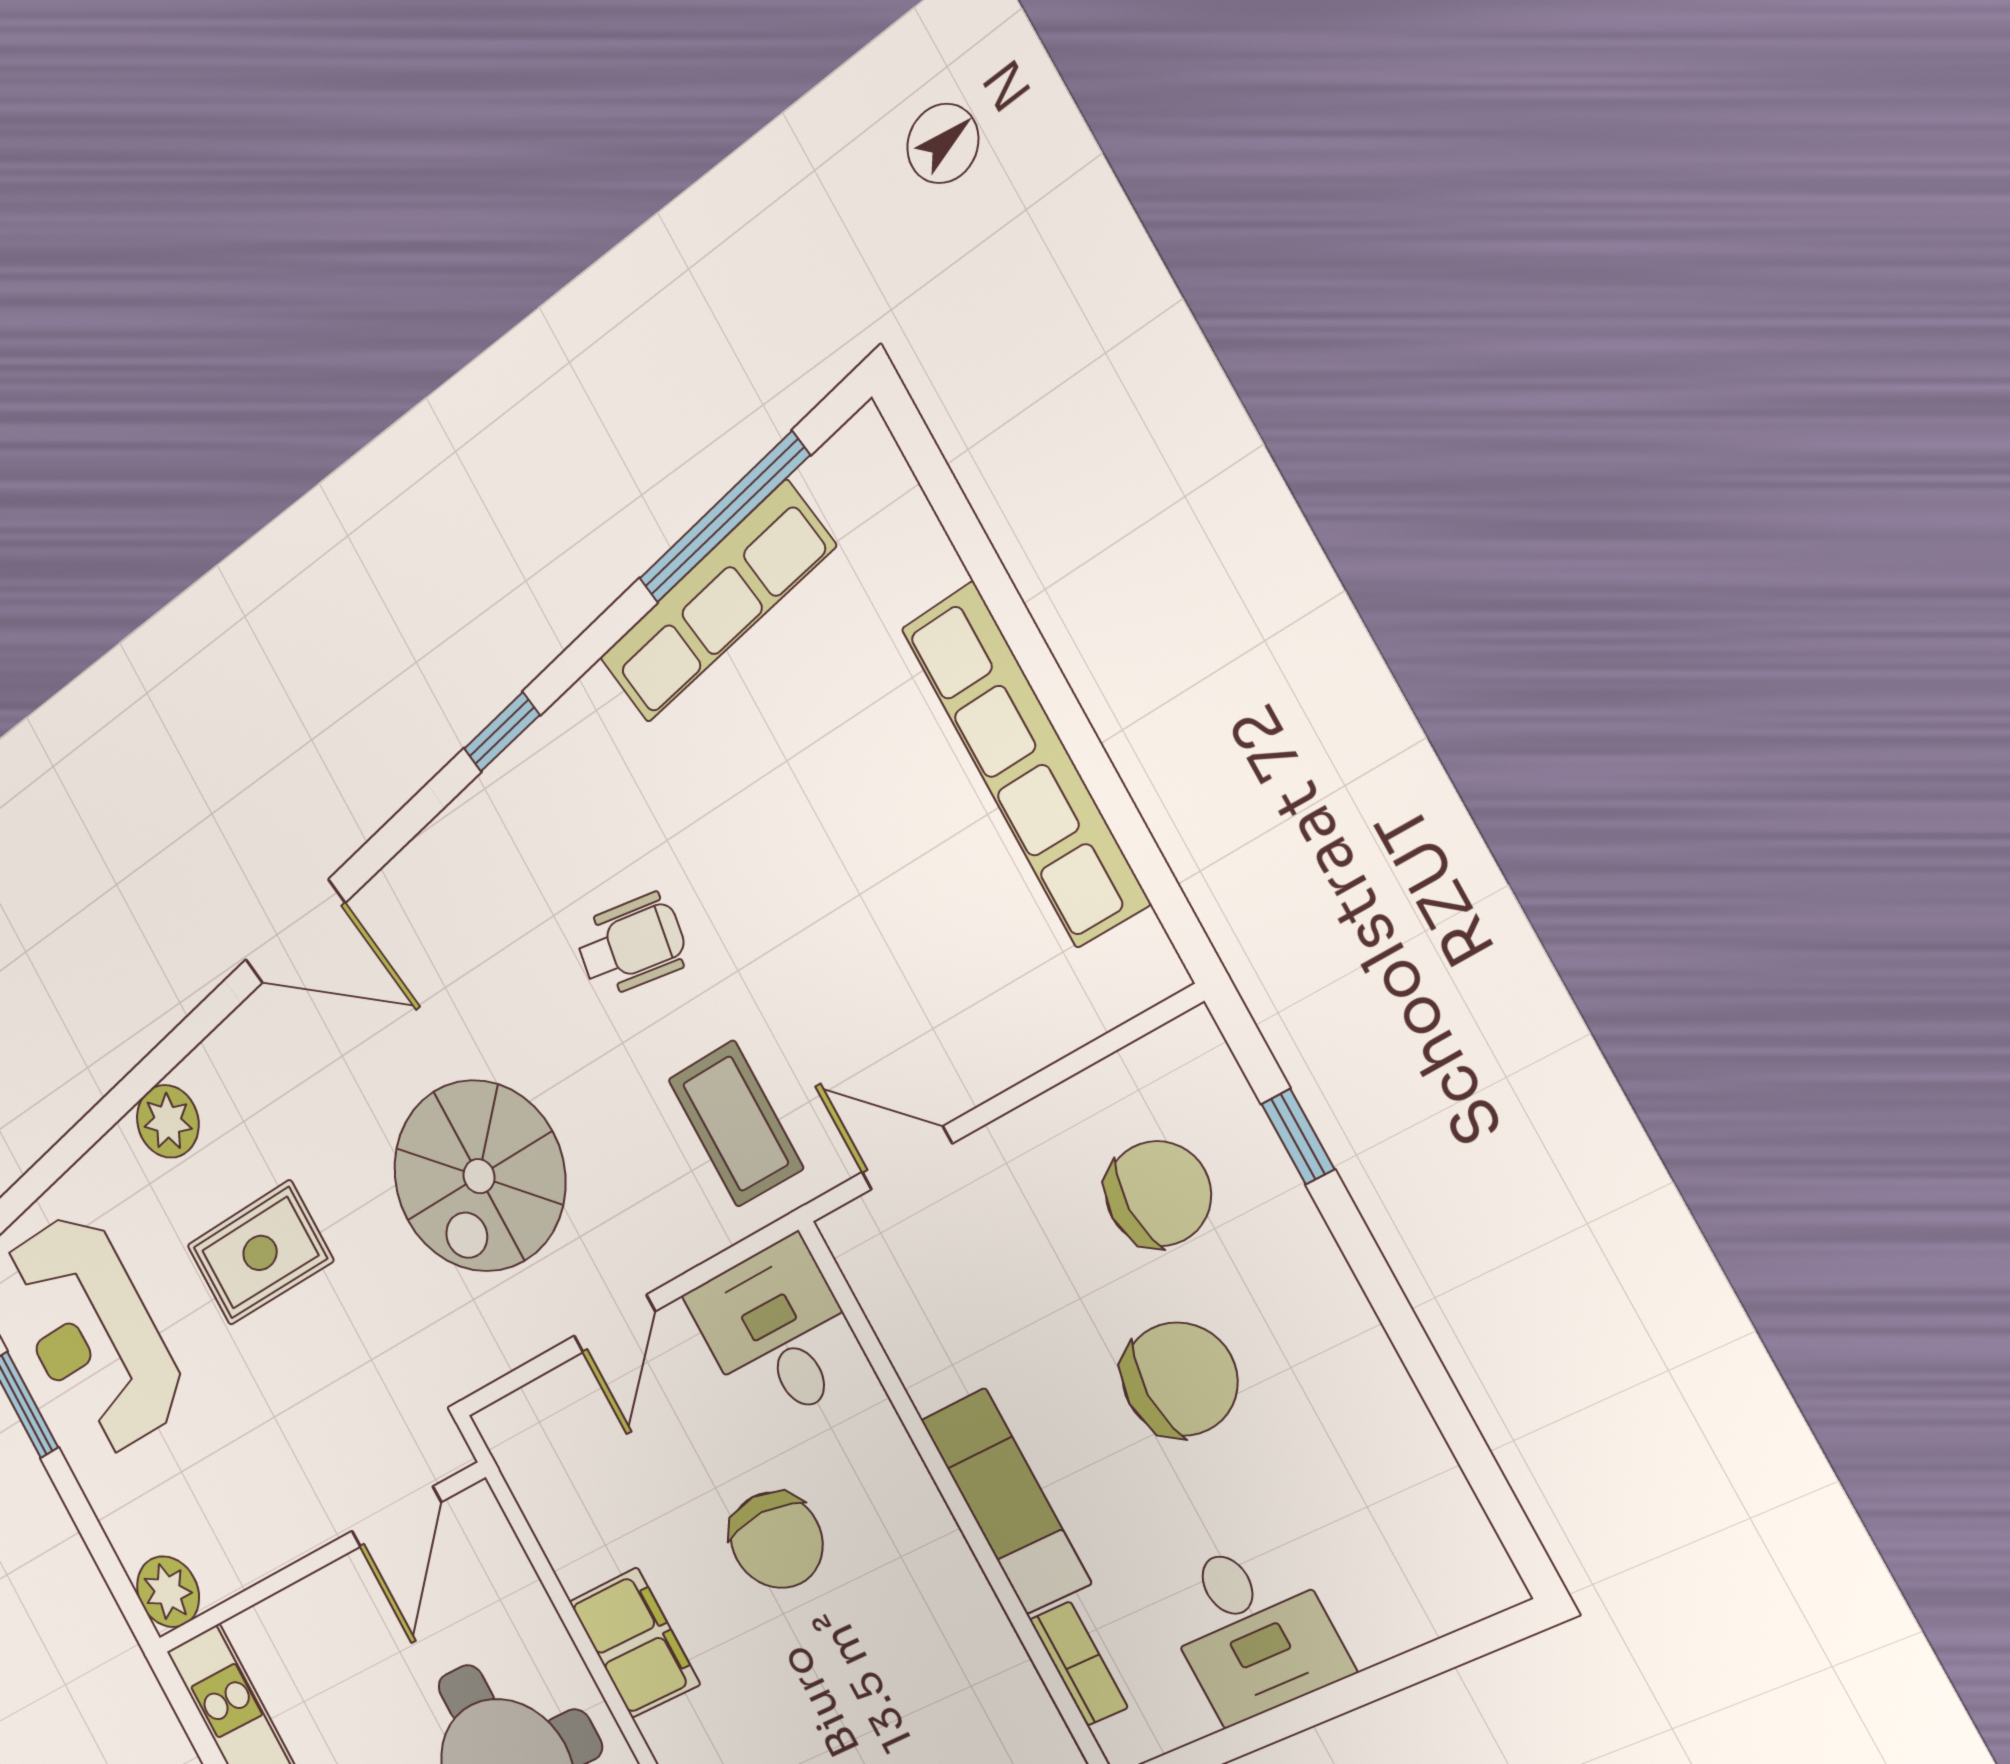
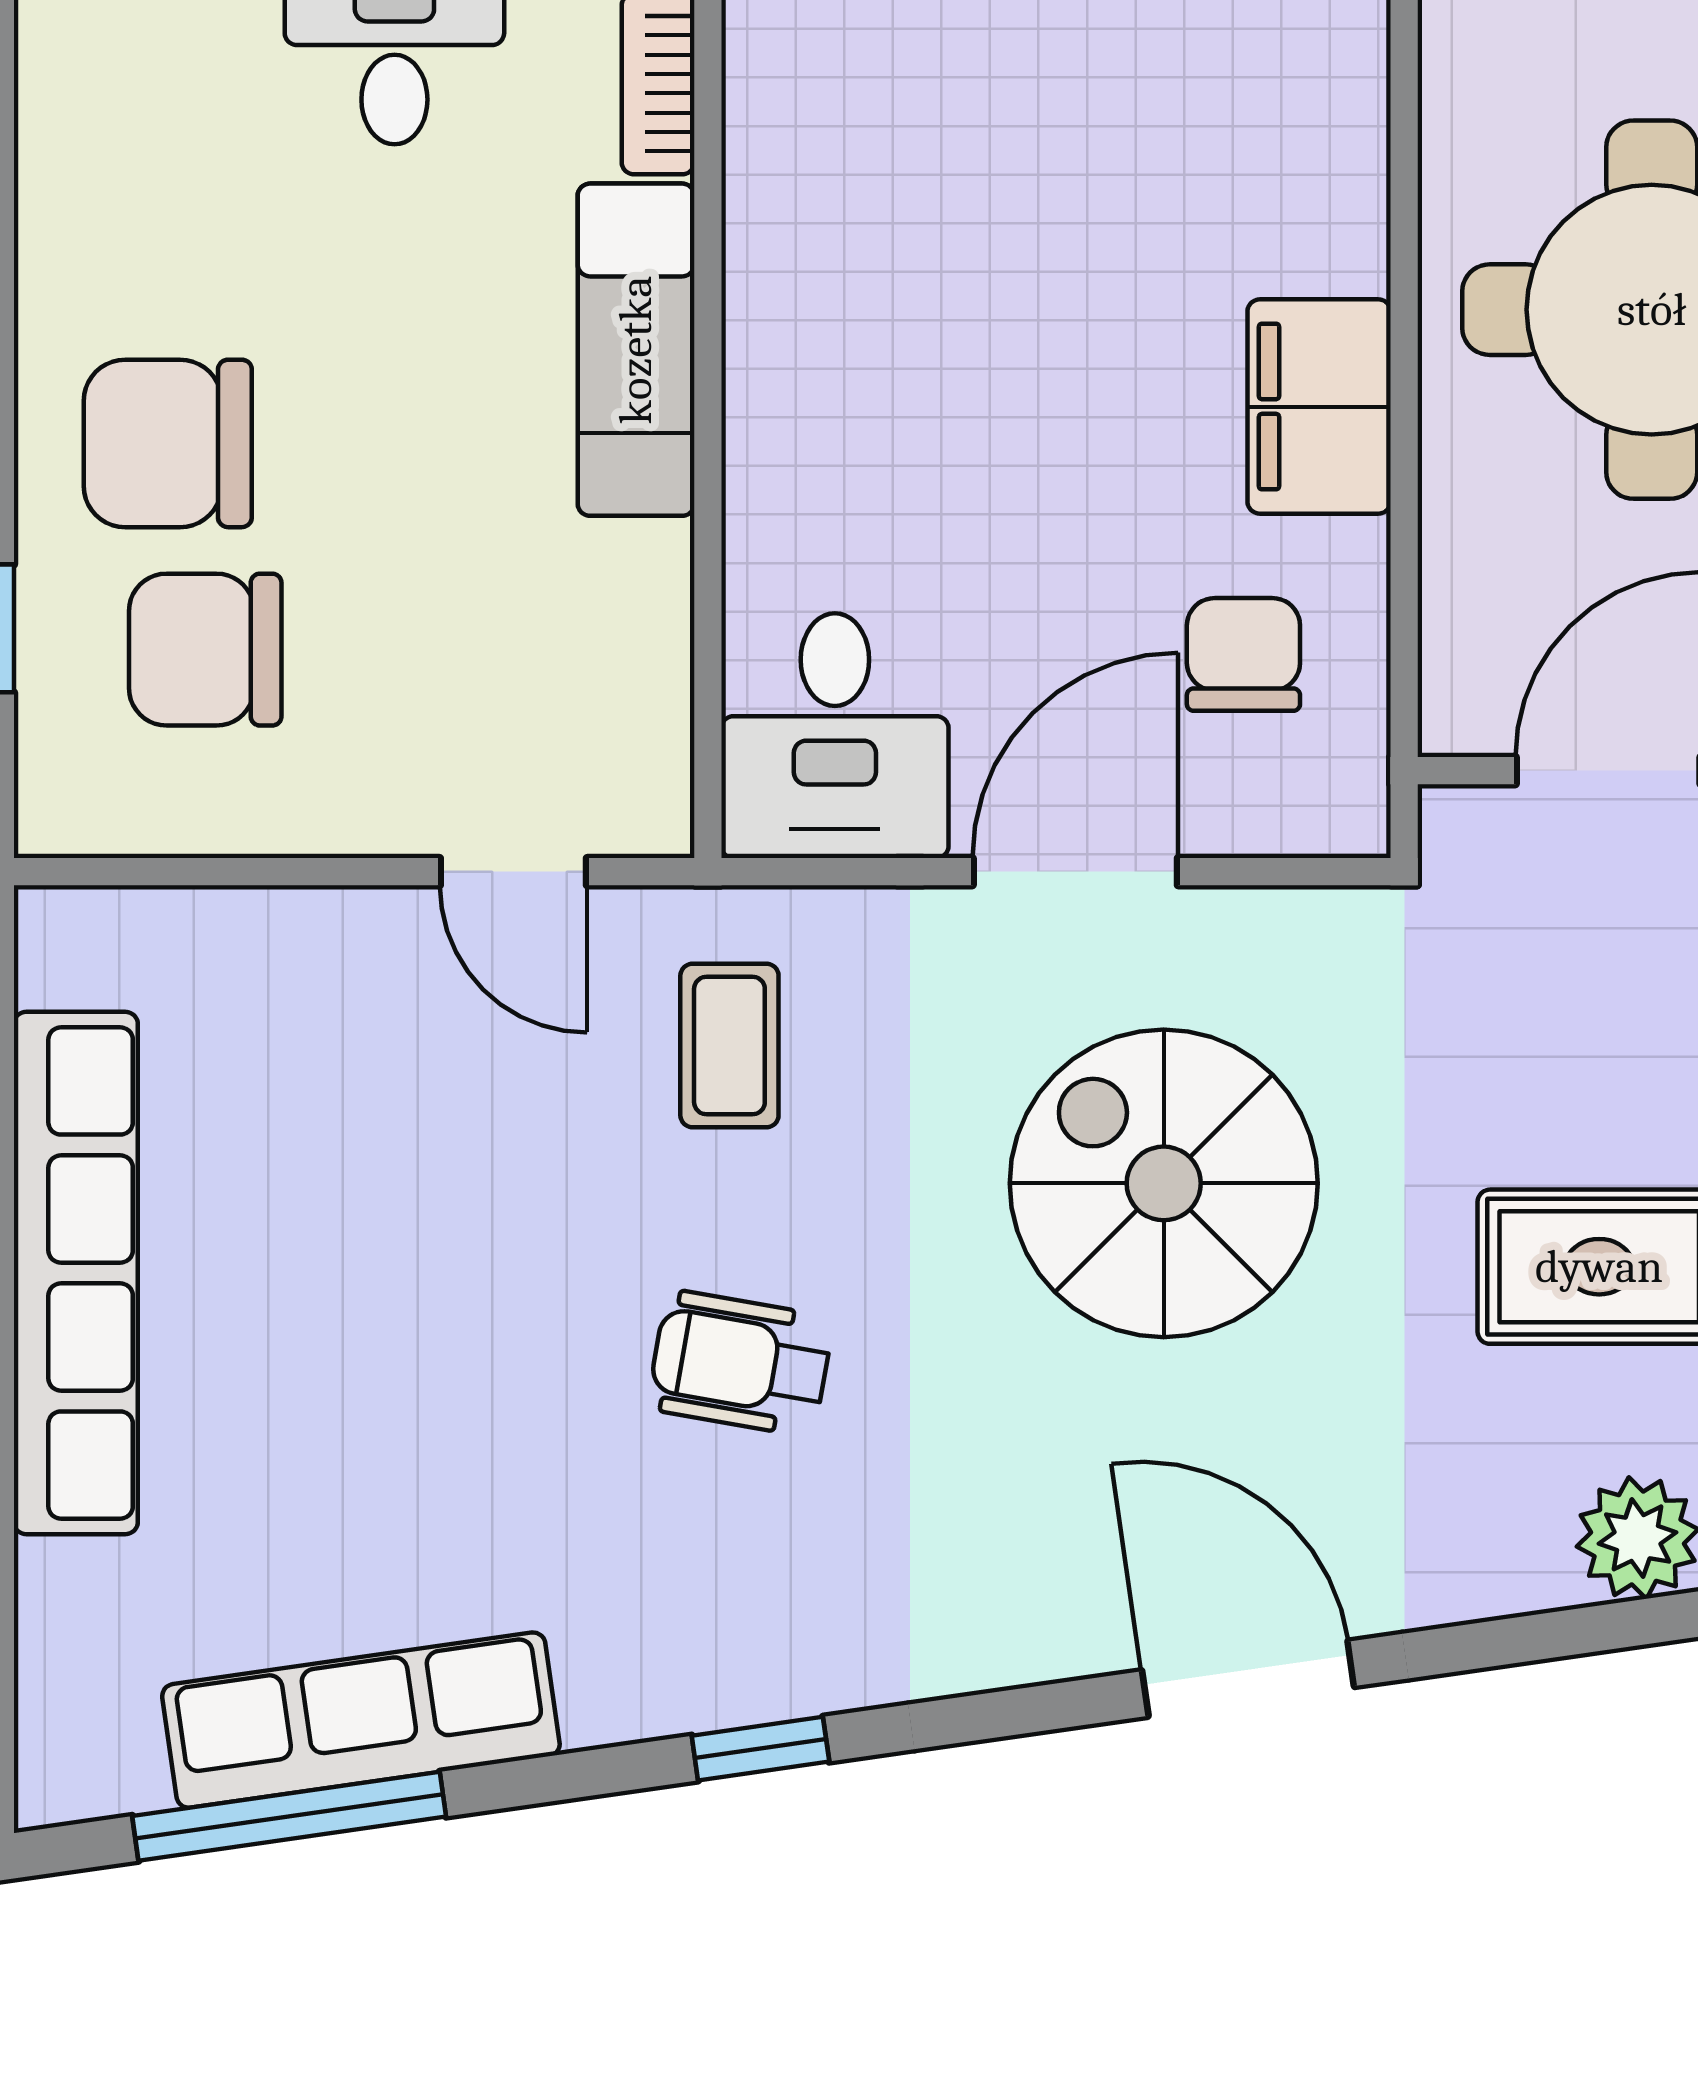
coffee table: (736, 1124) -> (729, 1046), width x0.73, depth x0.77
spiral stairs: (479, 1176) -> (1164, 1183), turned -90
door: (614, 1324) -> (1075, 872), width x1.38
chair: (1180, 1379) -> (168, 443), moved
chair: (776, 1540) -> (1243, 654), moved, width x0.73, depth x0.73

